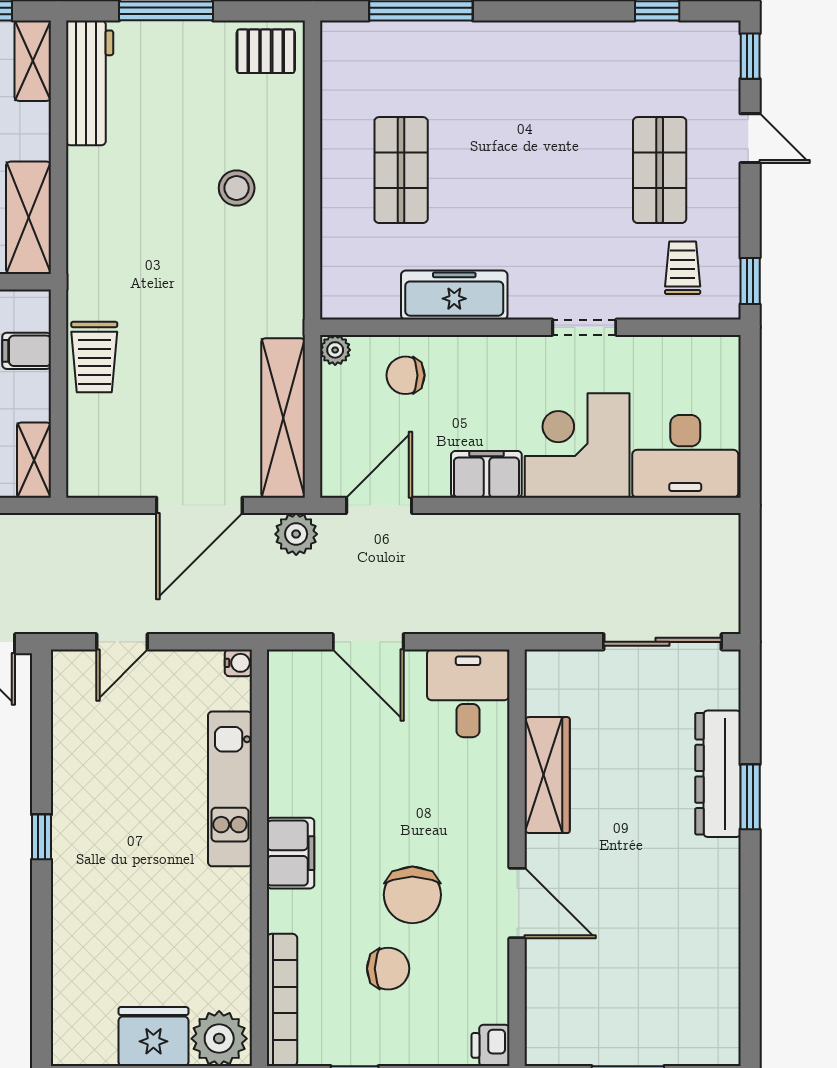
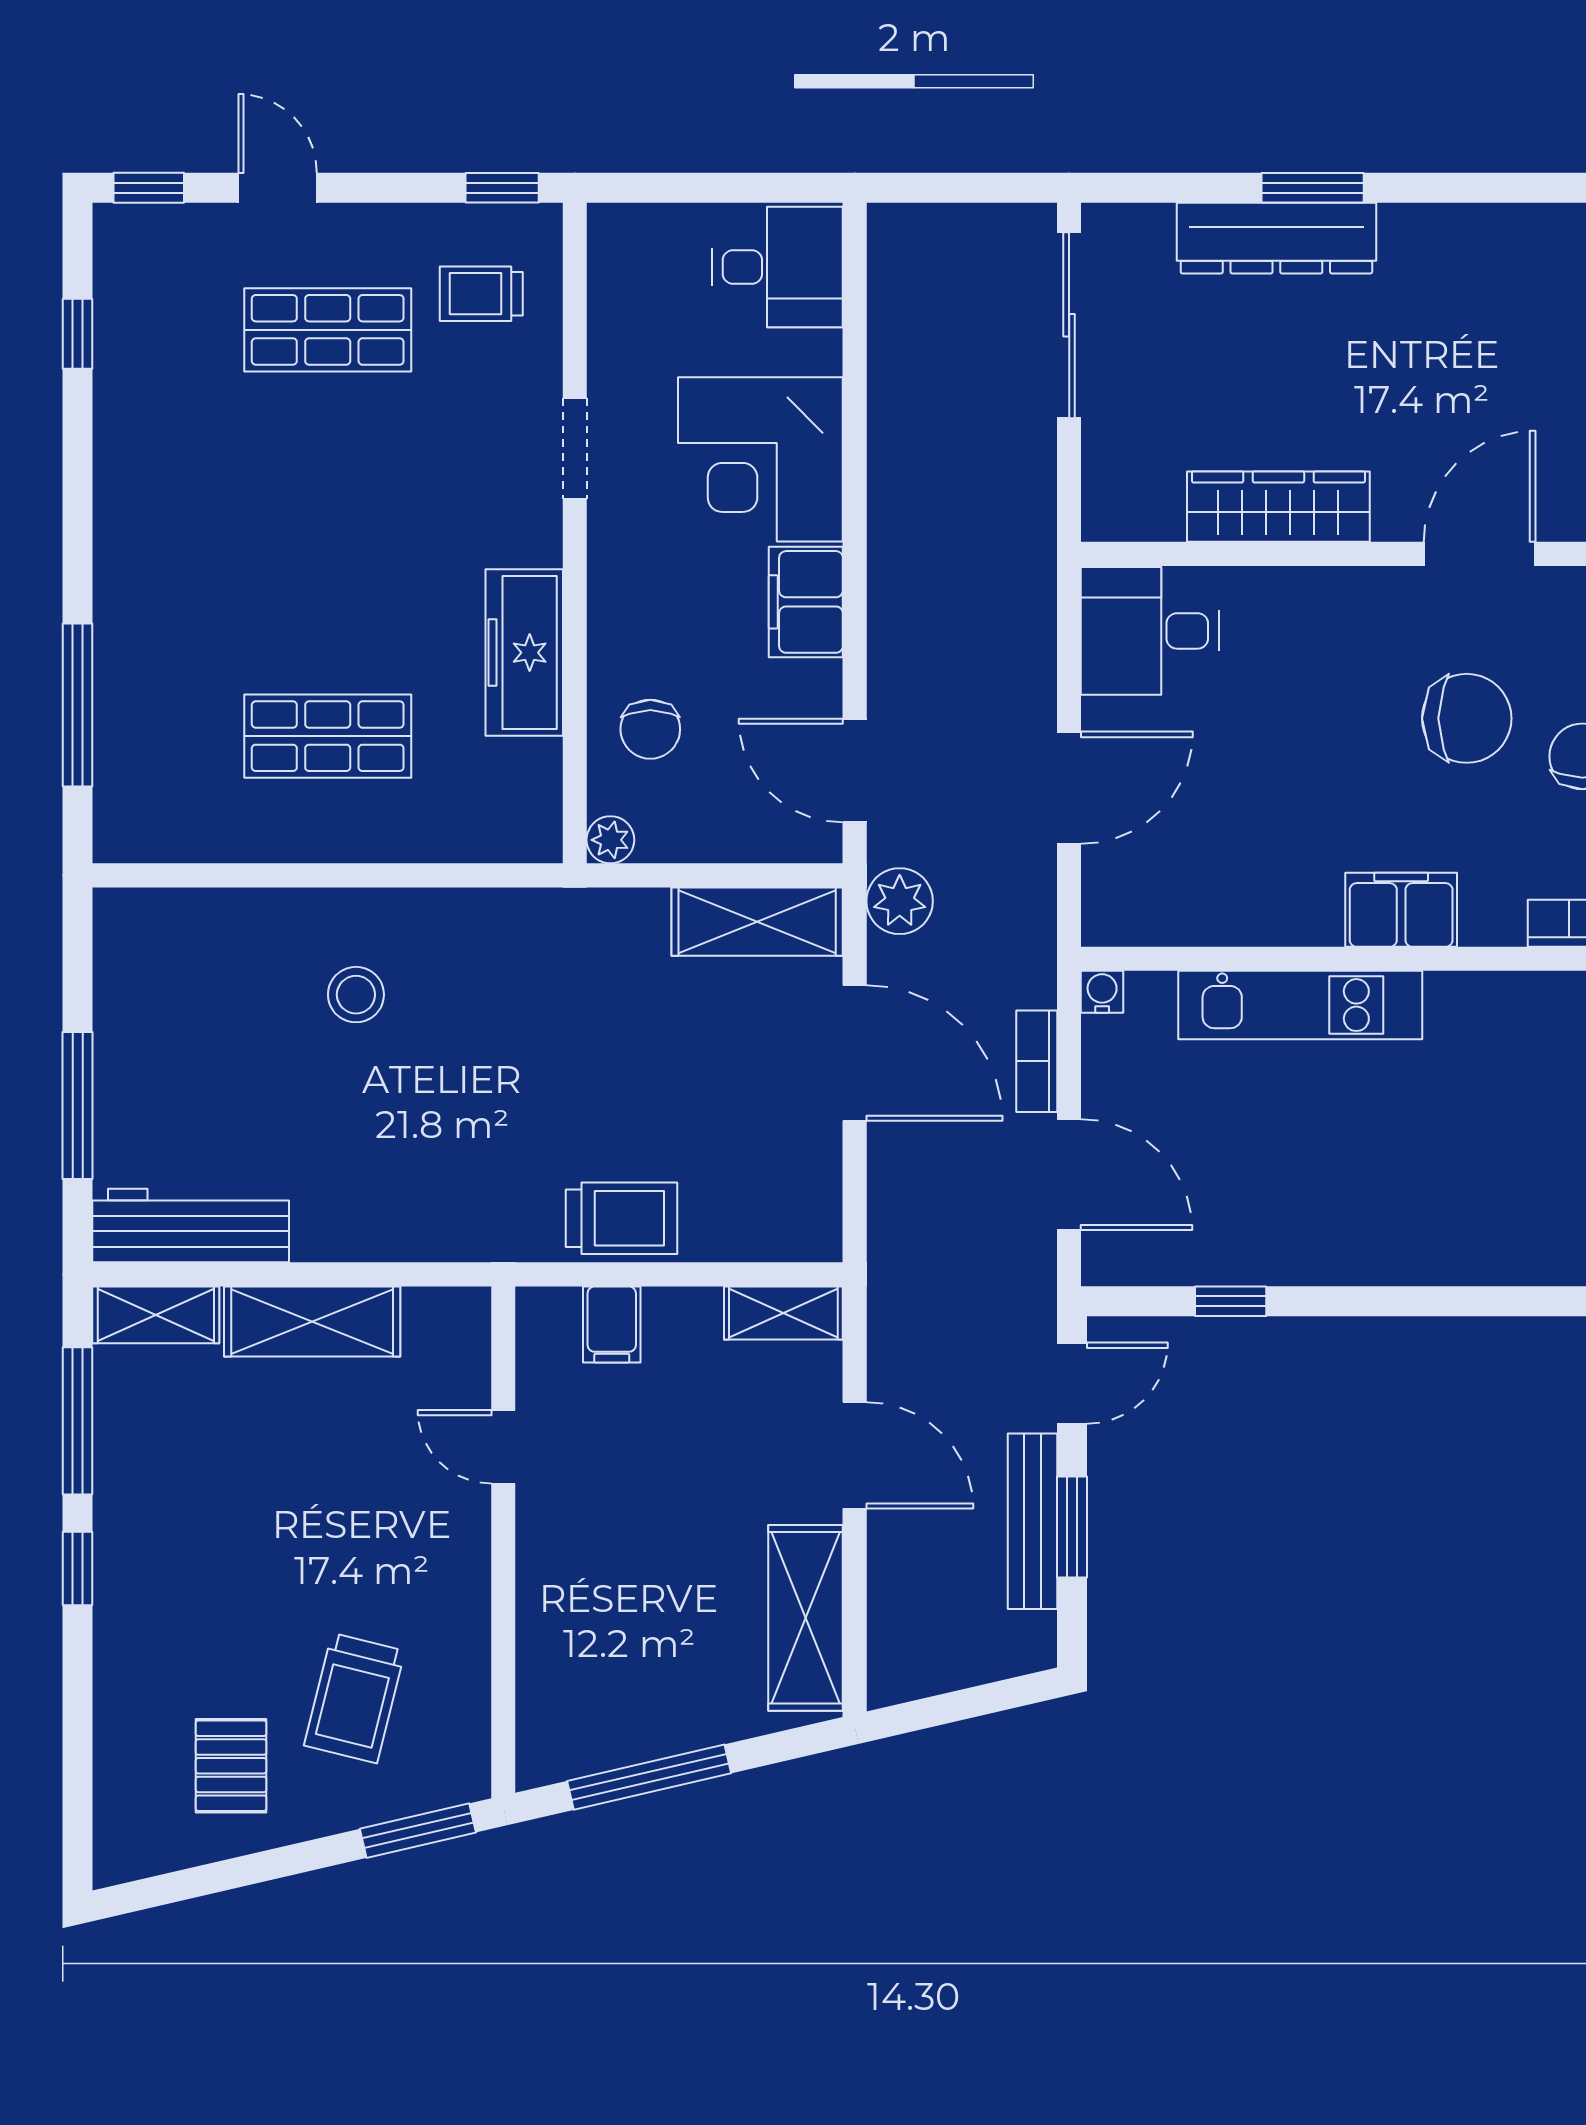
pallet: (266, 51) -> (141, 949), removed
door: (750, 138) -> (278, 188), hinge flipped
shelving: (29, 218) -> (312, 1321), moved
shelving: (283, 418) -> (757, 922), width x0.68
desk: (685, 456) -> (778, 267), width x0.73
bookcase: (194, 621) -> (1037, 1061), added
door: (122, 642) -> (1069, 1175), width x1.38
window: (42, 837) -> (1231, 1301), moved

